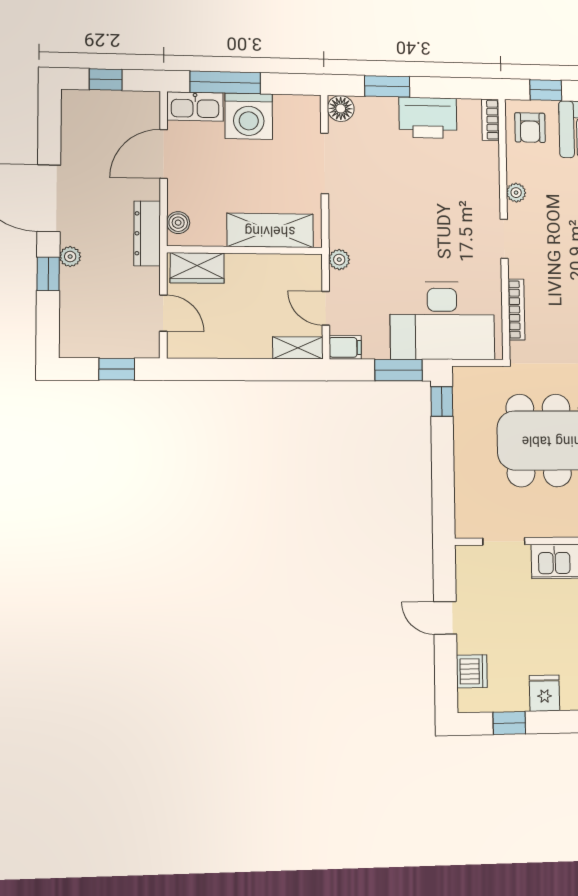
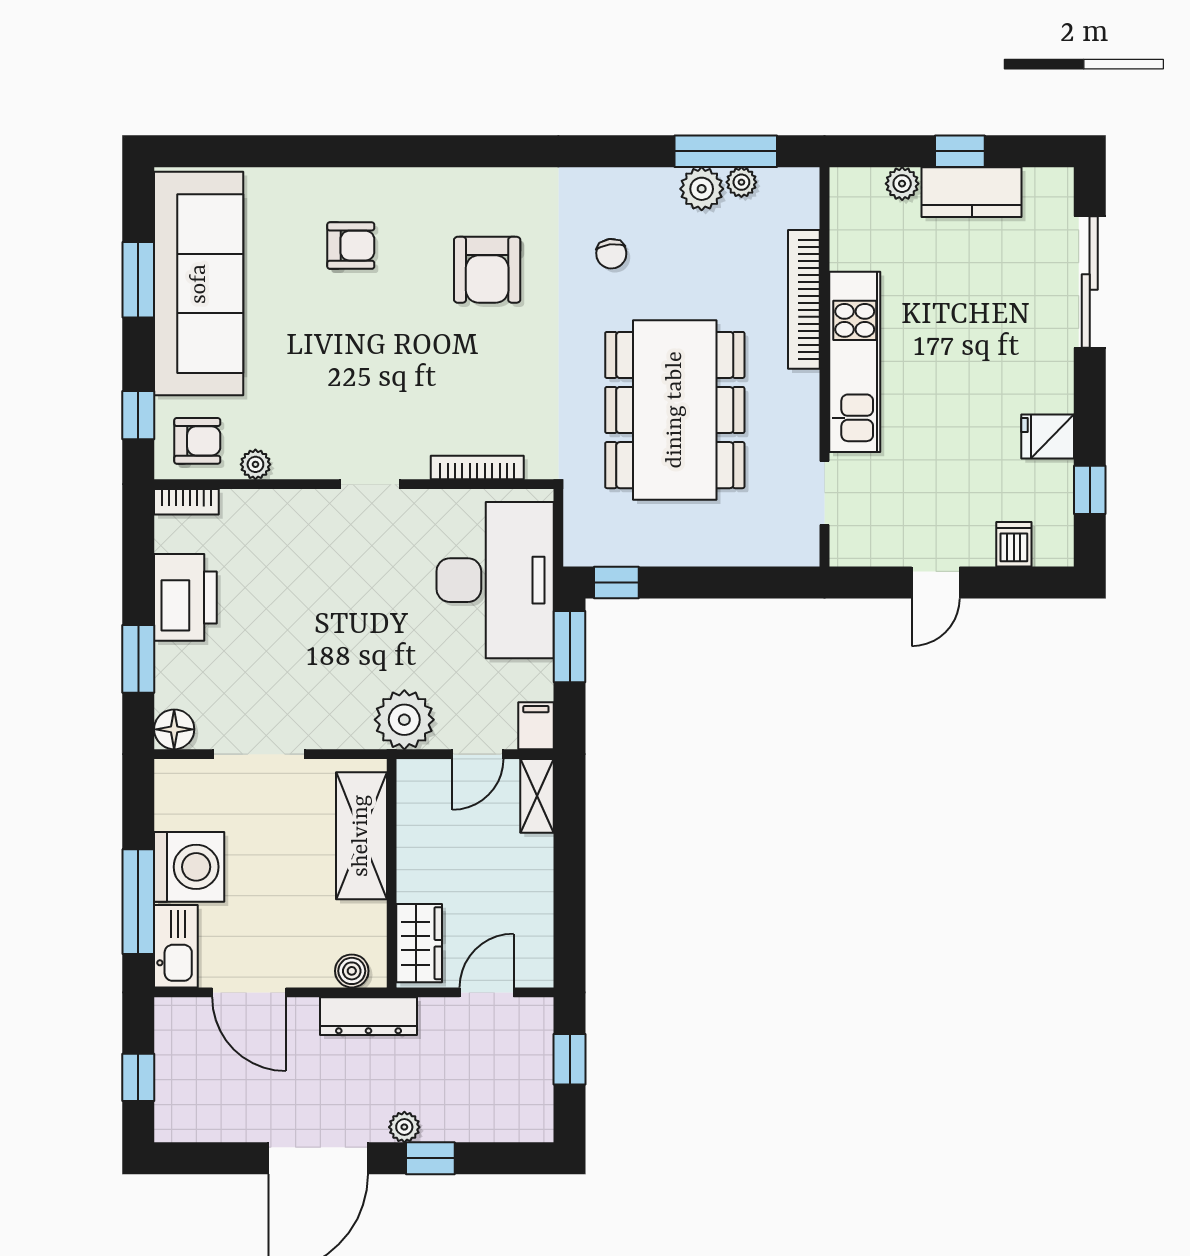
plant: (516, 193) -> (255, 464), moved
plant: (339, 260) -> (404, 720), width x1.88, depth x1.88
dishwasher: (472, 671) -> (1014, 544), width x0.73

